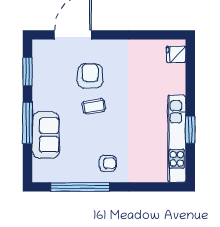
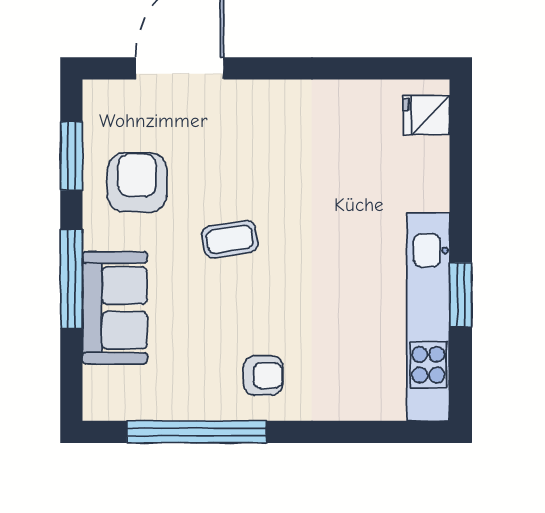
armchair: (90, 76) -> (137, 182), moved

